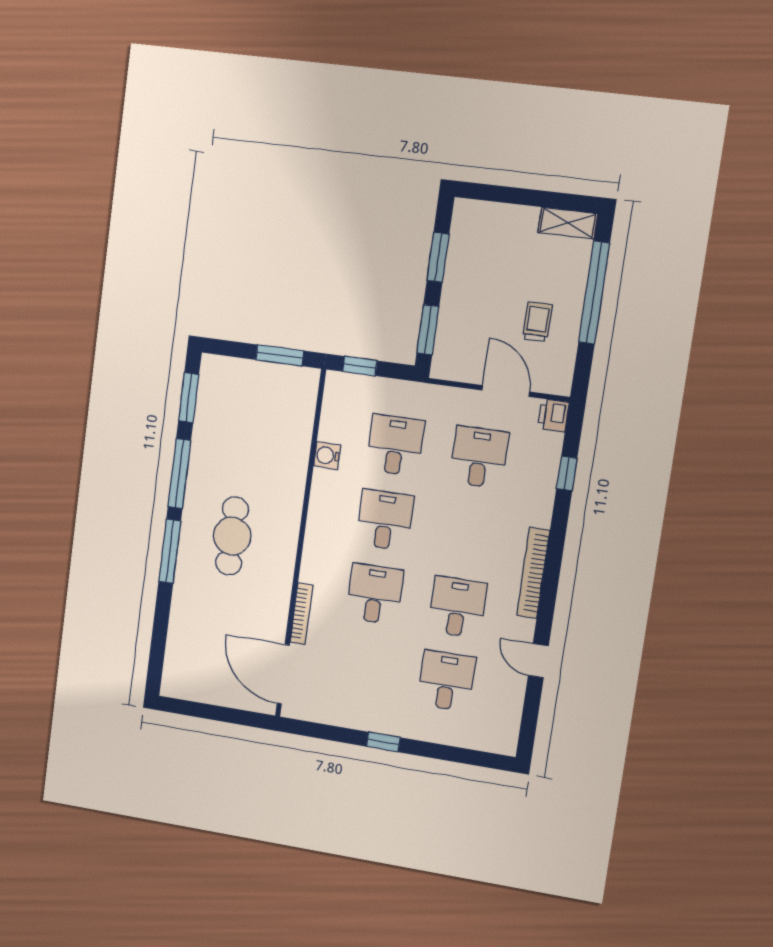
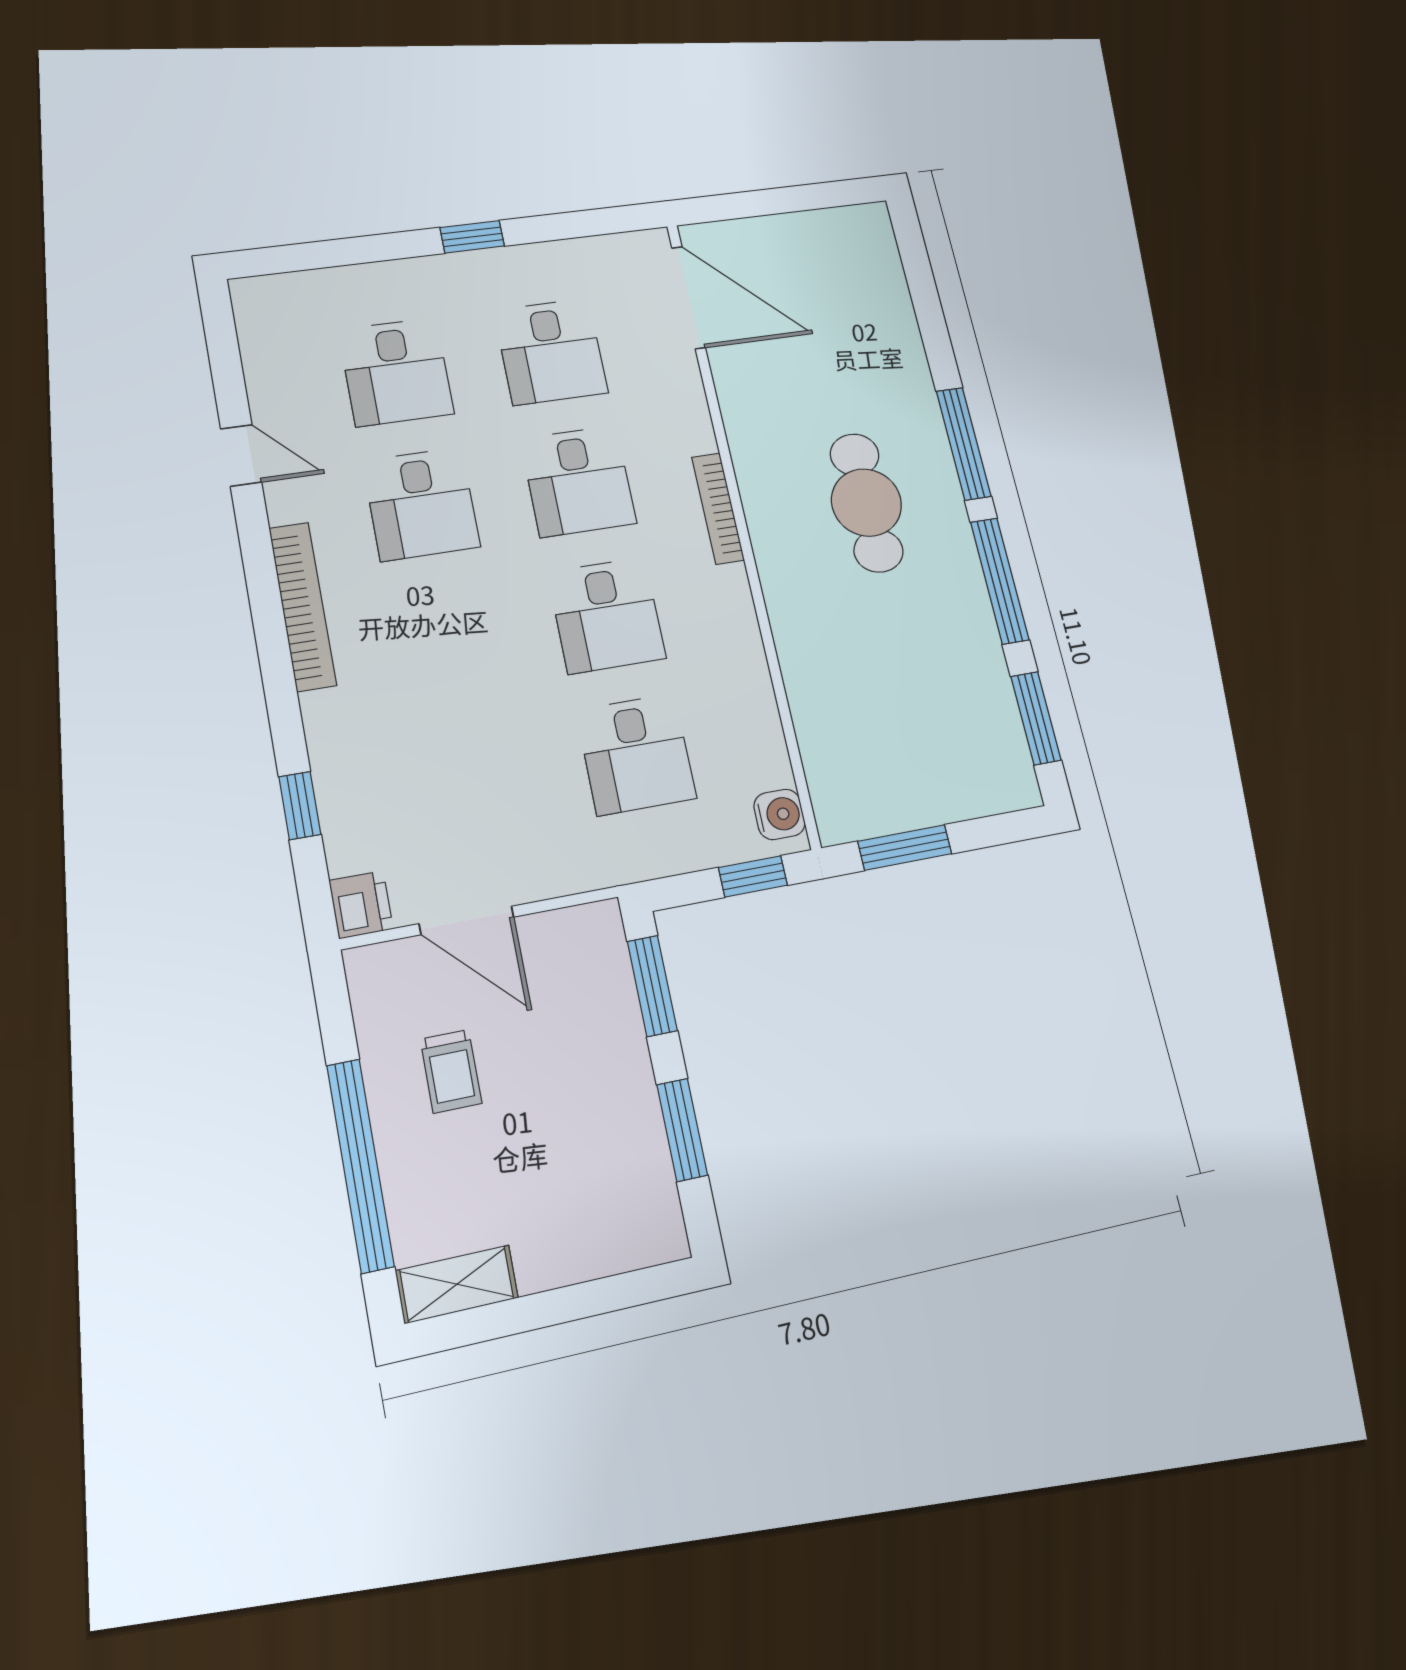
water cooler: (327, 455) -> (779, 814), moved
desk: (479, 457) -> (551, 351), moved
bookcase: (302, 614) -> (718, 508), moved

